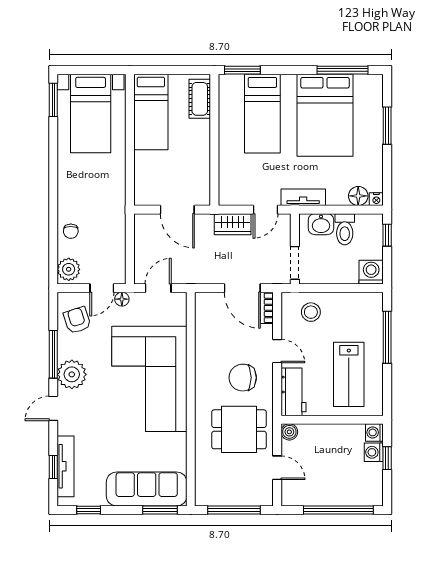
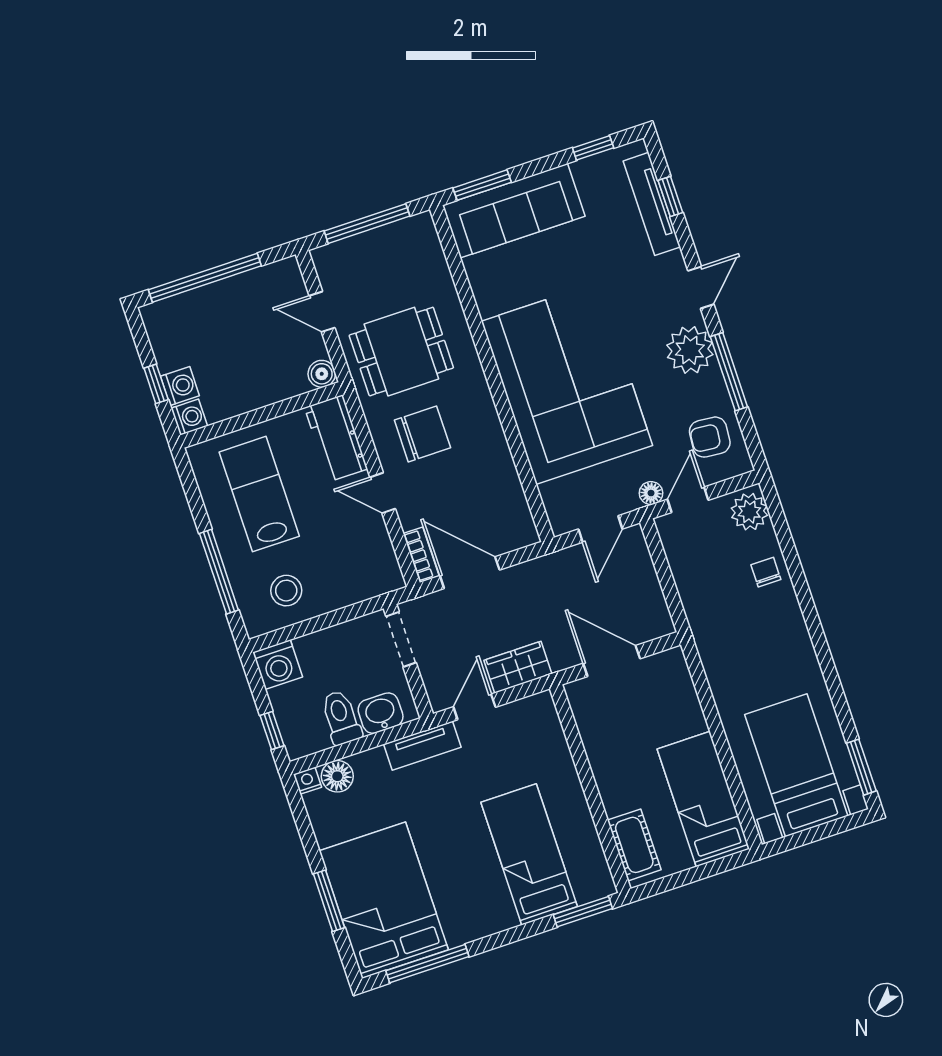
bed: (325, 115) -> (384, 900), moved
stool: (311, 312) -> (286, 591), moved
armchair: (77, 320) -> (710, 437), turned 113

